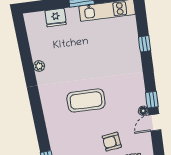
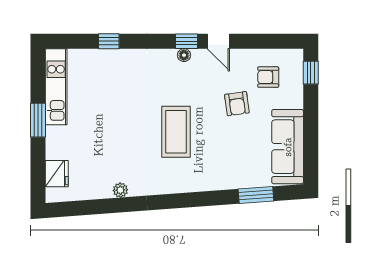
fridge: (56, 17) -> (57, 174), moved
floor lamp: (143, 111) -> (184, 55), moved

